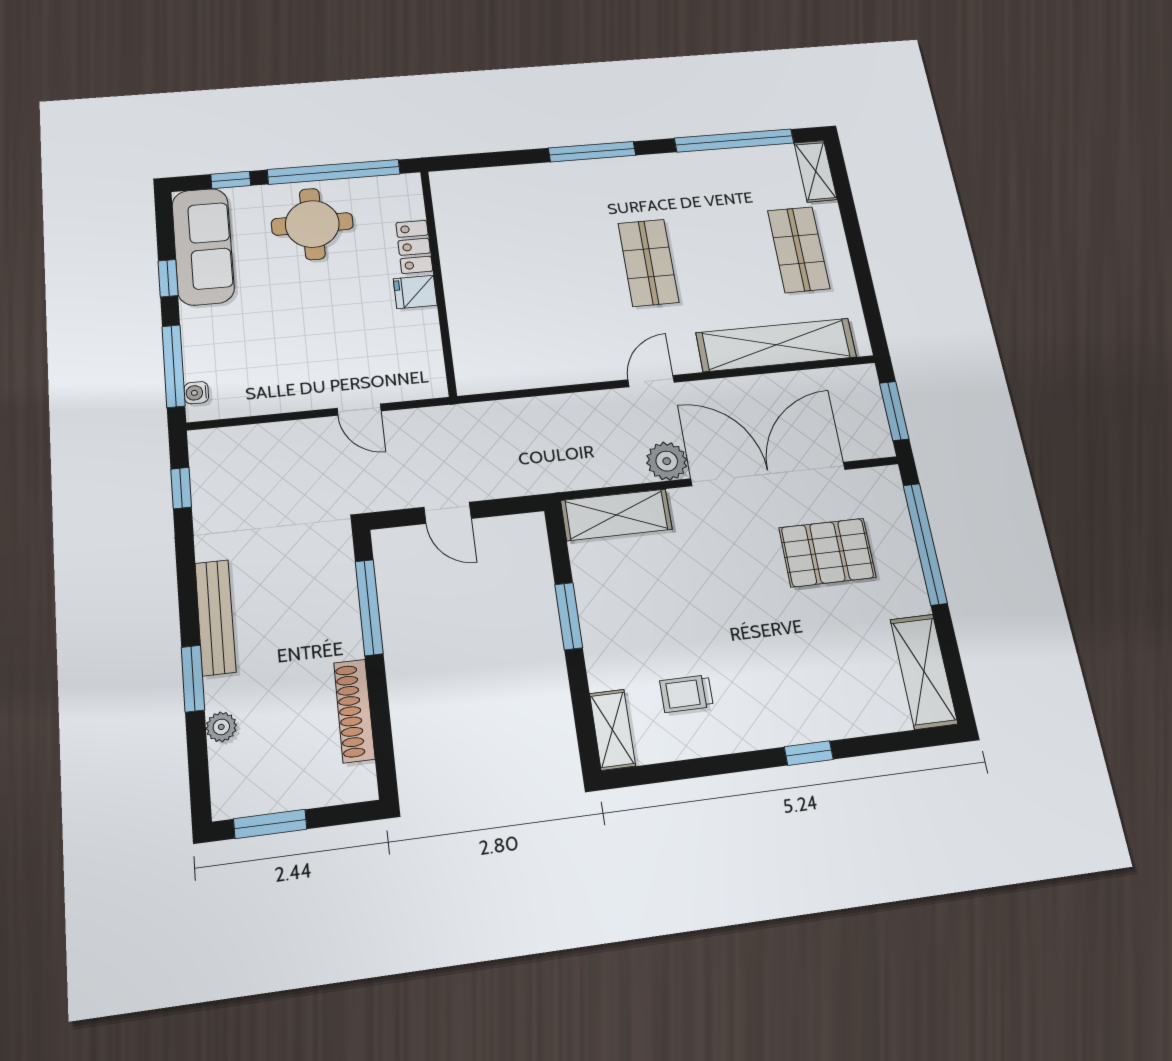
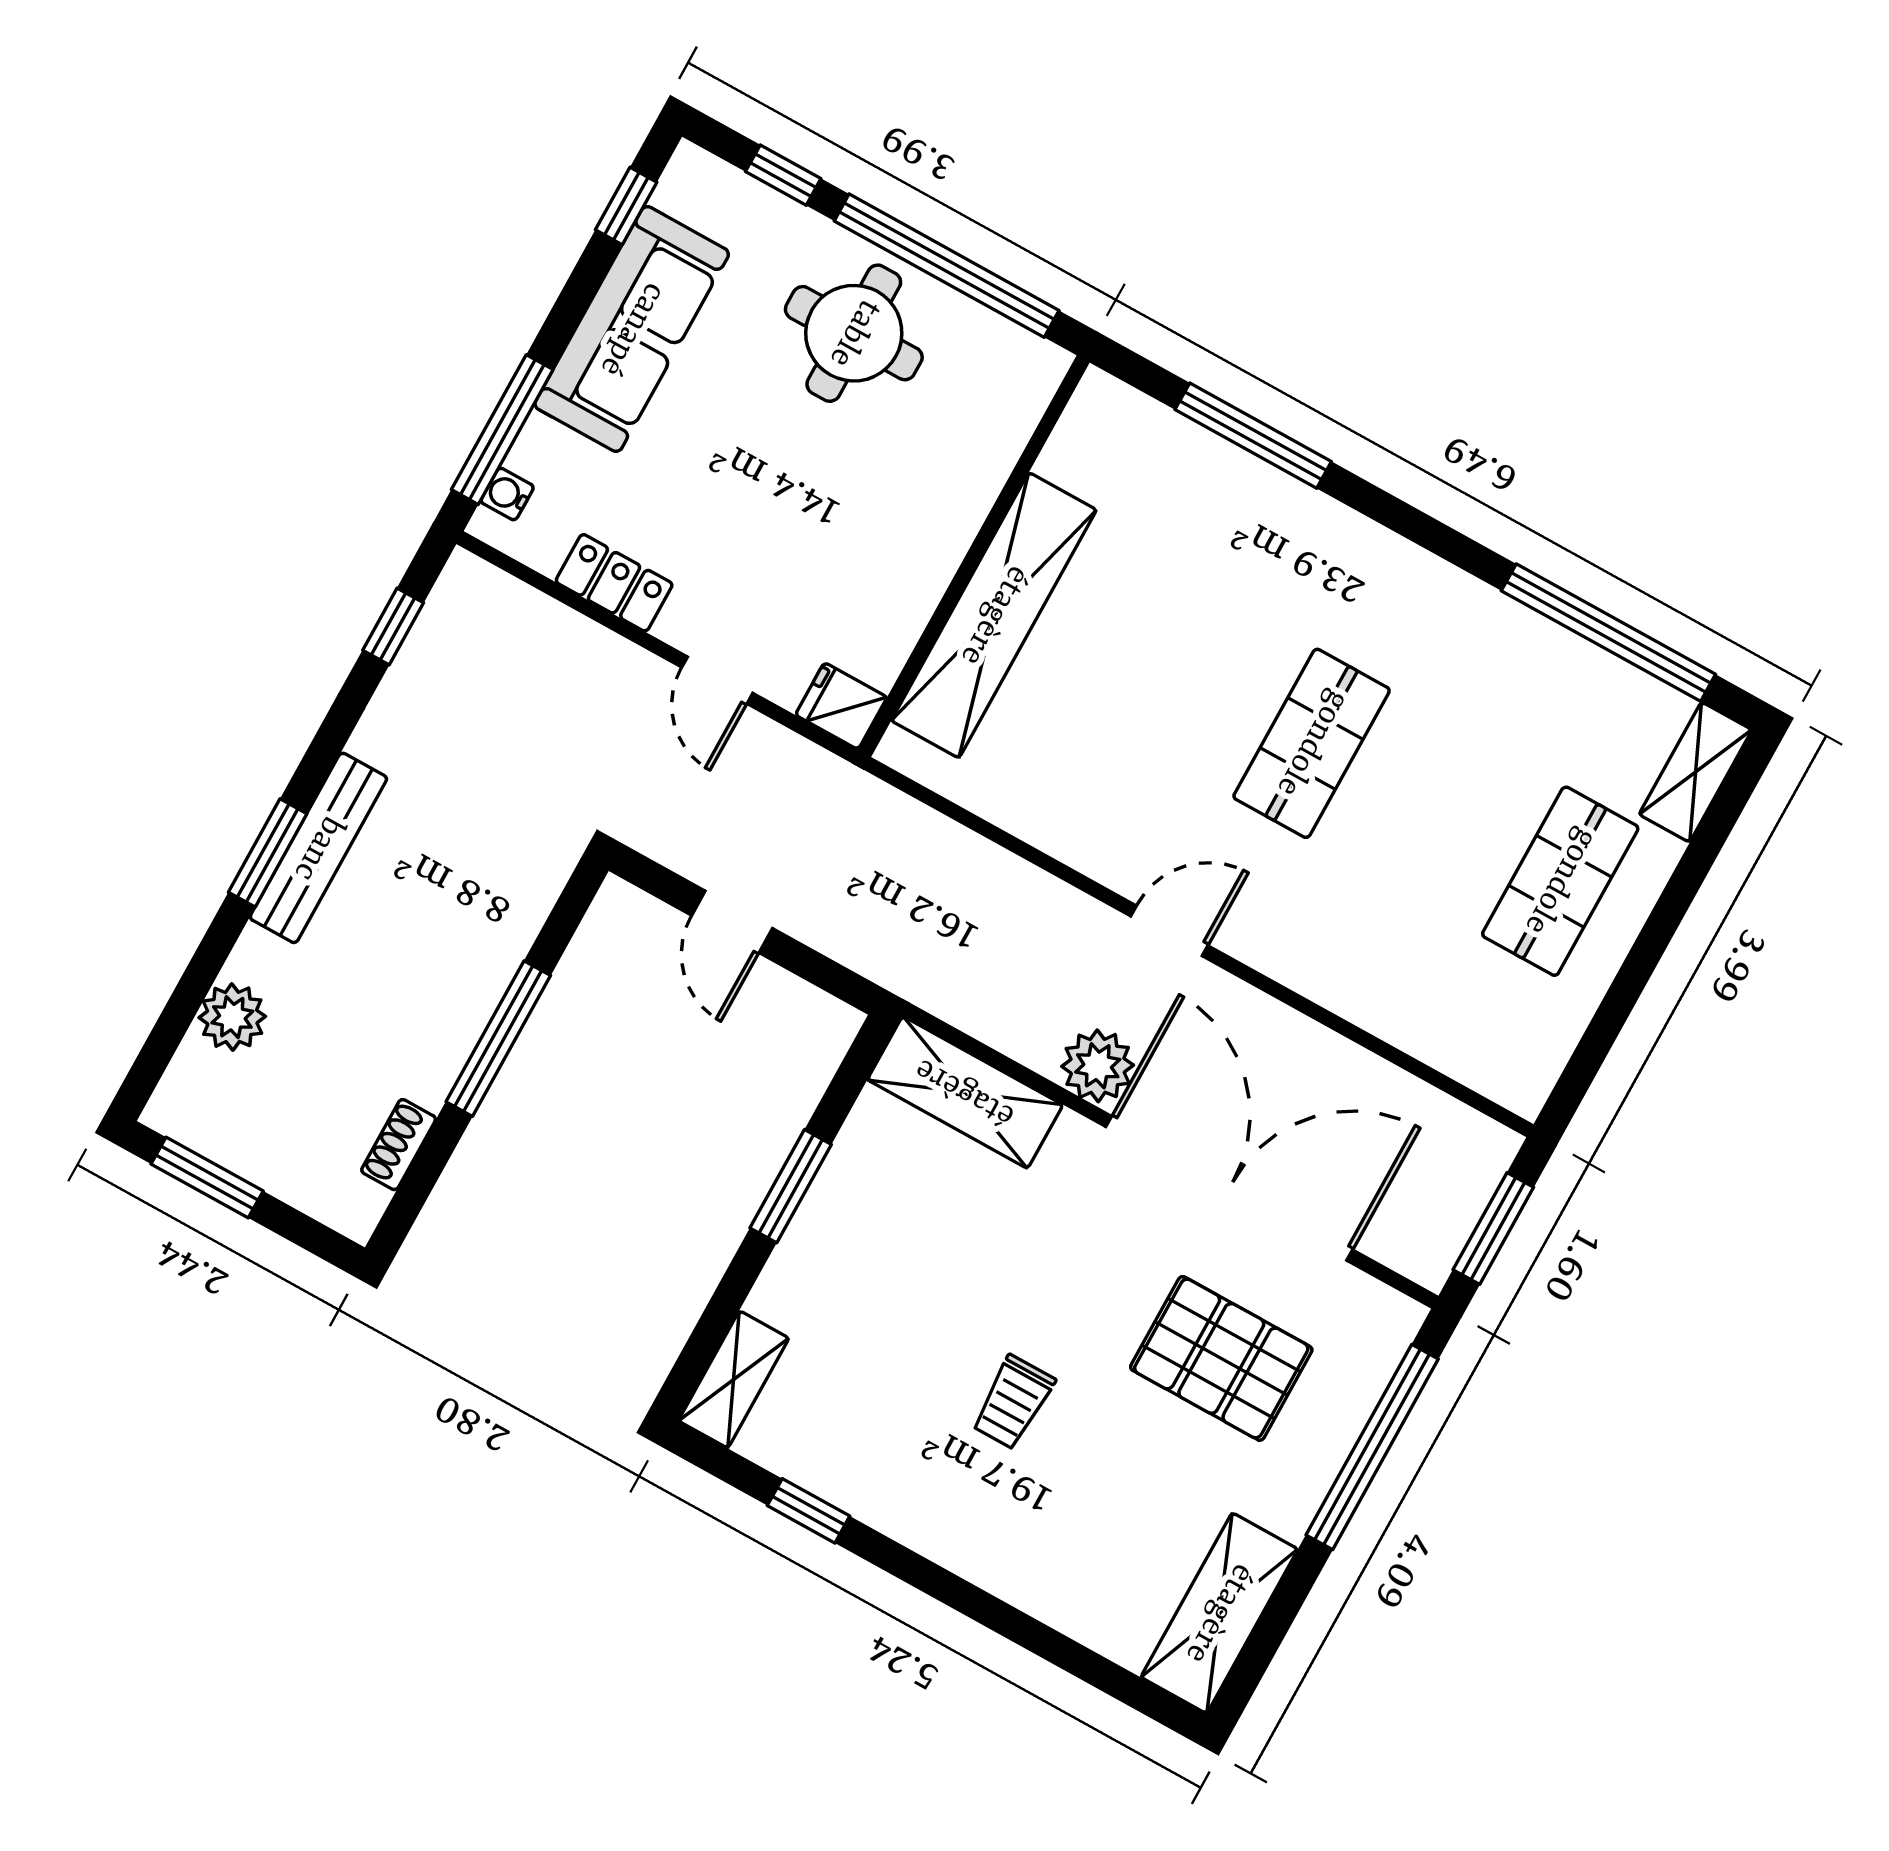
window: (592, 152) -> (1253, 436), moved
sofa: (203, 246) -> (632, 329), moved
locker: (414, 247) -> (614, 583), moved, turned 90
window: (168, 278) -> (626, 206), moved
fridge: (415, 292) -> (841, 706), moved
shelving: (776, 345) -> (994, 615), moved, turned 90
window: (369, 607) -> (498, 1039), moved
window: (193, 678) -> (268, 853), moved
trolley: (686, 694) -> (1013, 1402), moved, turned -90
shoe rack: (354, 711) -> (399, 1145), width x0.51, depth x0.81
plant: (221, 727) -> (232, 1017), width x1.38, depth x1.38
window: (809, 753) -> (809, 1511), moved

